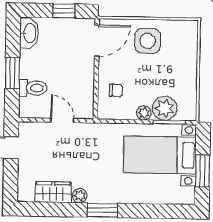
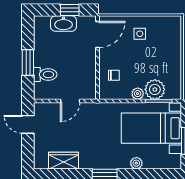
washbasin: (29, 33) -> (64, 24), moved, turned 90
side table: (148, 41) -> (140, 34), width x0.54, depth x0.54
door: (62, 120) -> (70, 101), swing flipped
plant: (80, 196) -> (136, 163), moved

